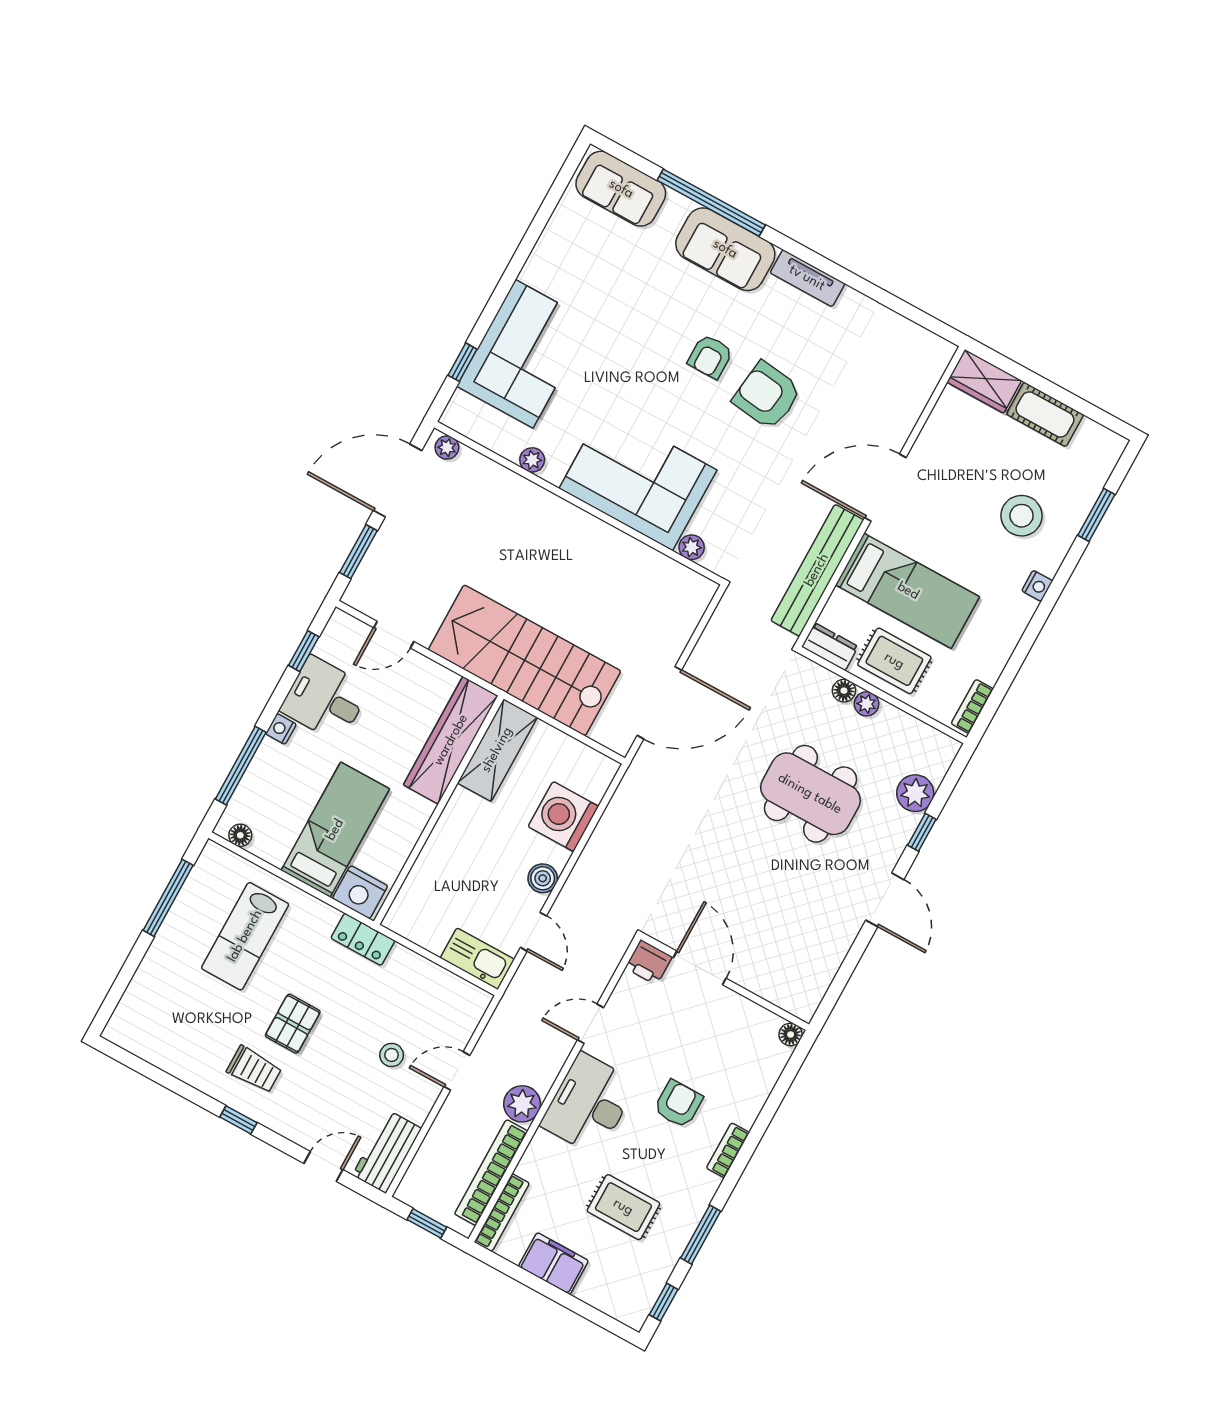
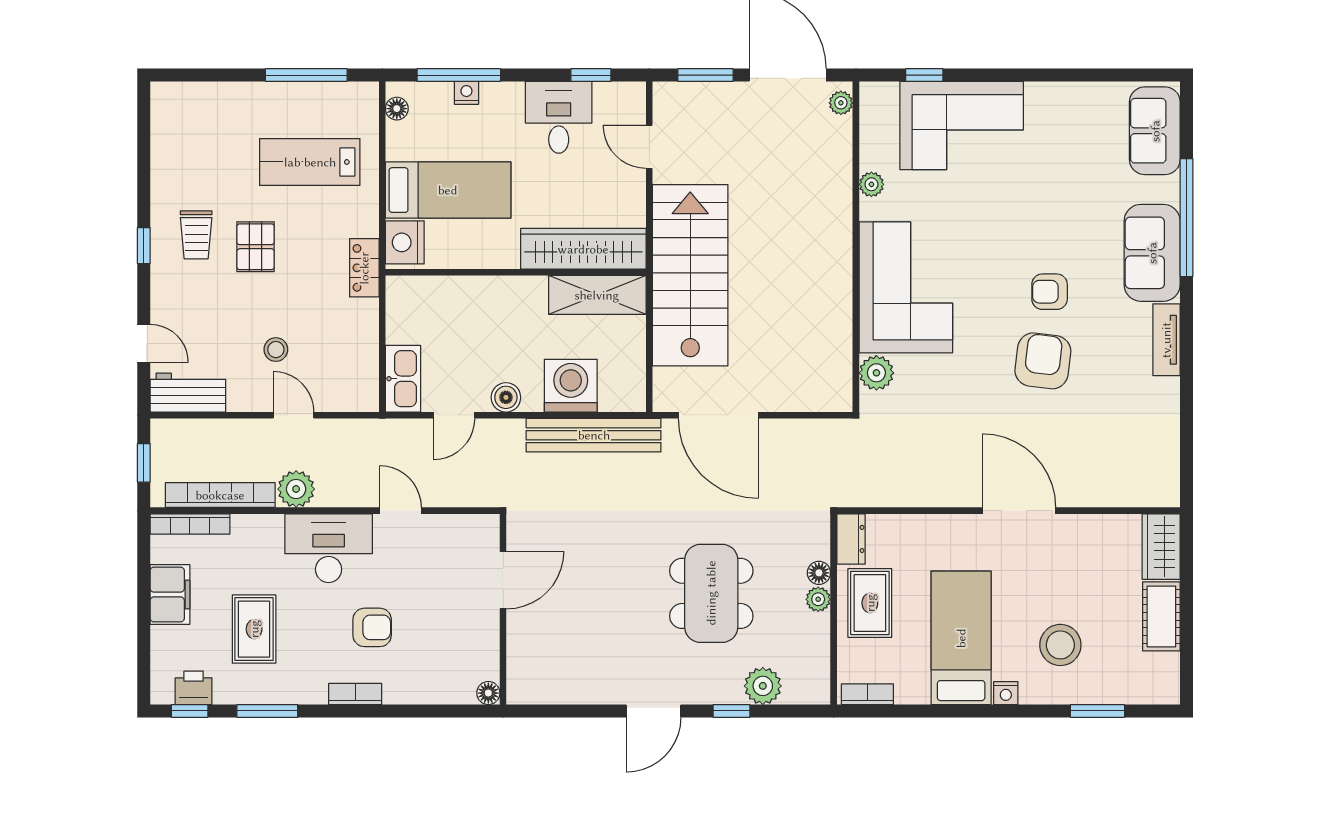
plant: (692, 547) -> (876, 373), width x1.38, depth x1.38
bench: (817, 570) -> (594, 435), moved
bed: (908, 591) -> (961, 638), moved, turned 180
nightstand: (281, 729) -> (466, 93), moved
printer: (649, 962) -> (194, 688), moved, turned 90
pallet: (293, 1024) -> (256, 247), turned 90

